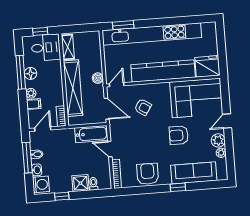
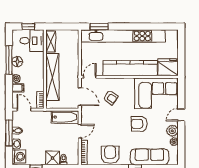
boiler: (98, 78) -> (74, 70), removed
door: (43, 129) -> (24, 110), hinge flipped
door: (110, 149) -> (80, 131), swing flipped

